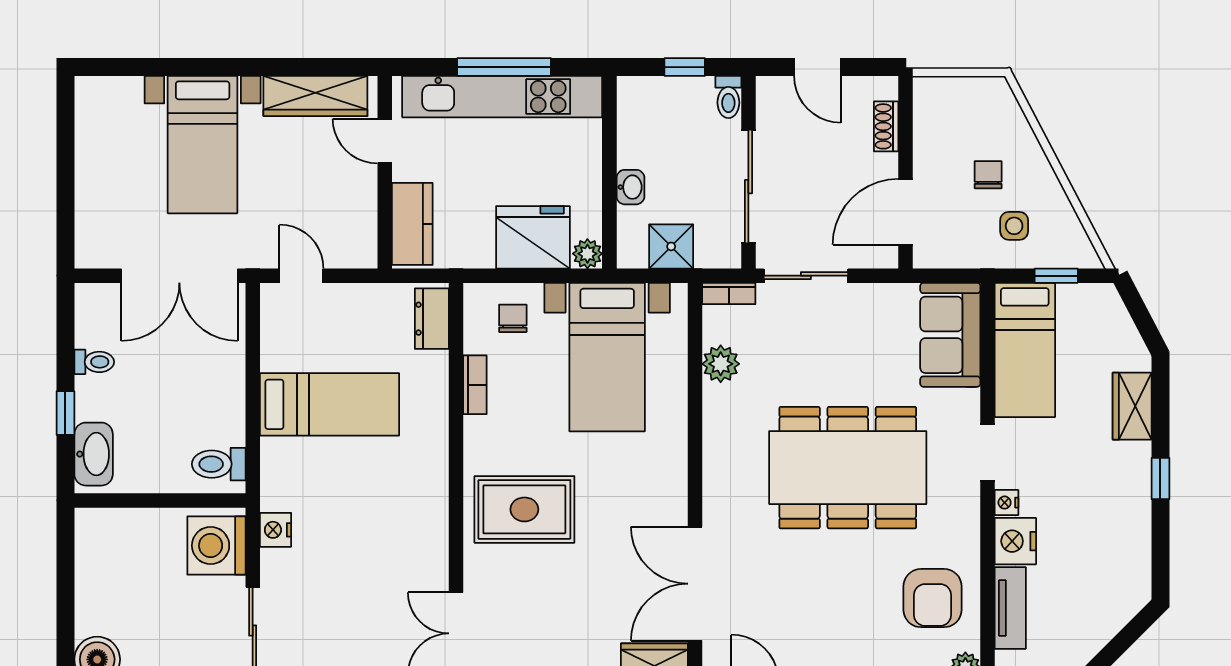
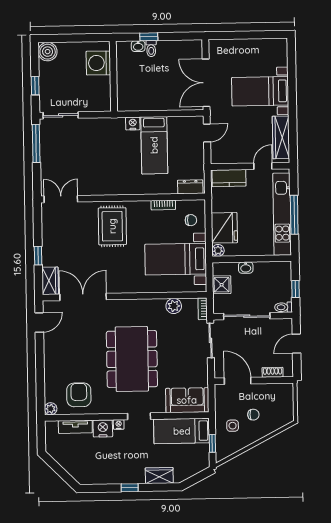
toilet: (94, 362) -> (151, 49), moved
washbasin: (94, 454) -> (138, 46), width x0.52, depth x0.69
toilet: (219, 464) -> (129, 100), removed
nightstand: (275, 530) -> (133, 123), moved
washing machine: (216, 546) -> (98, 63), moved, turned -90
armchair: (933, 598) -> (79, 395), turned 90

